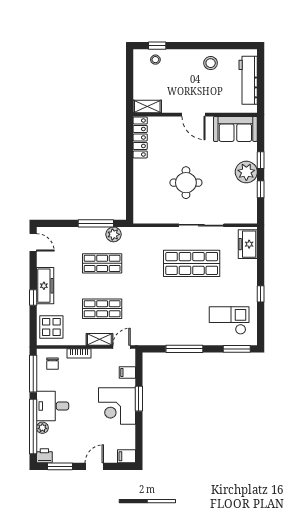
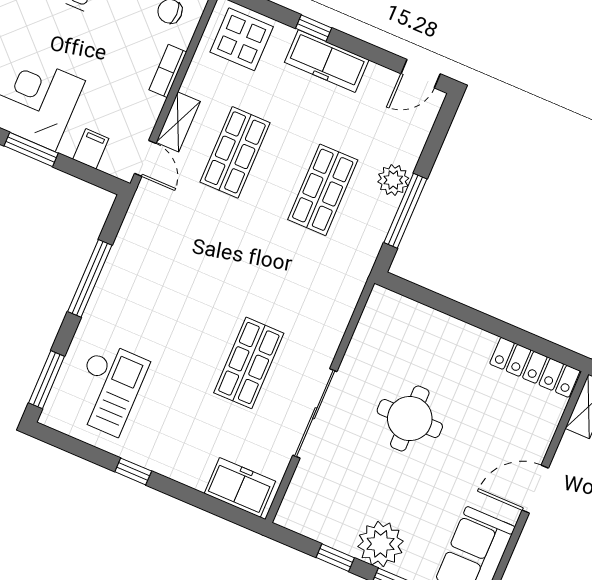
plant: (114, 234) -> (393, 180), moved
shop shelf: (192, 263) -> (249, 363), width x0.70, depth x0.74

